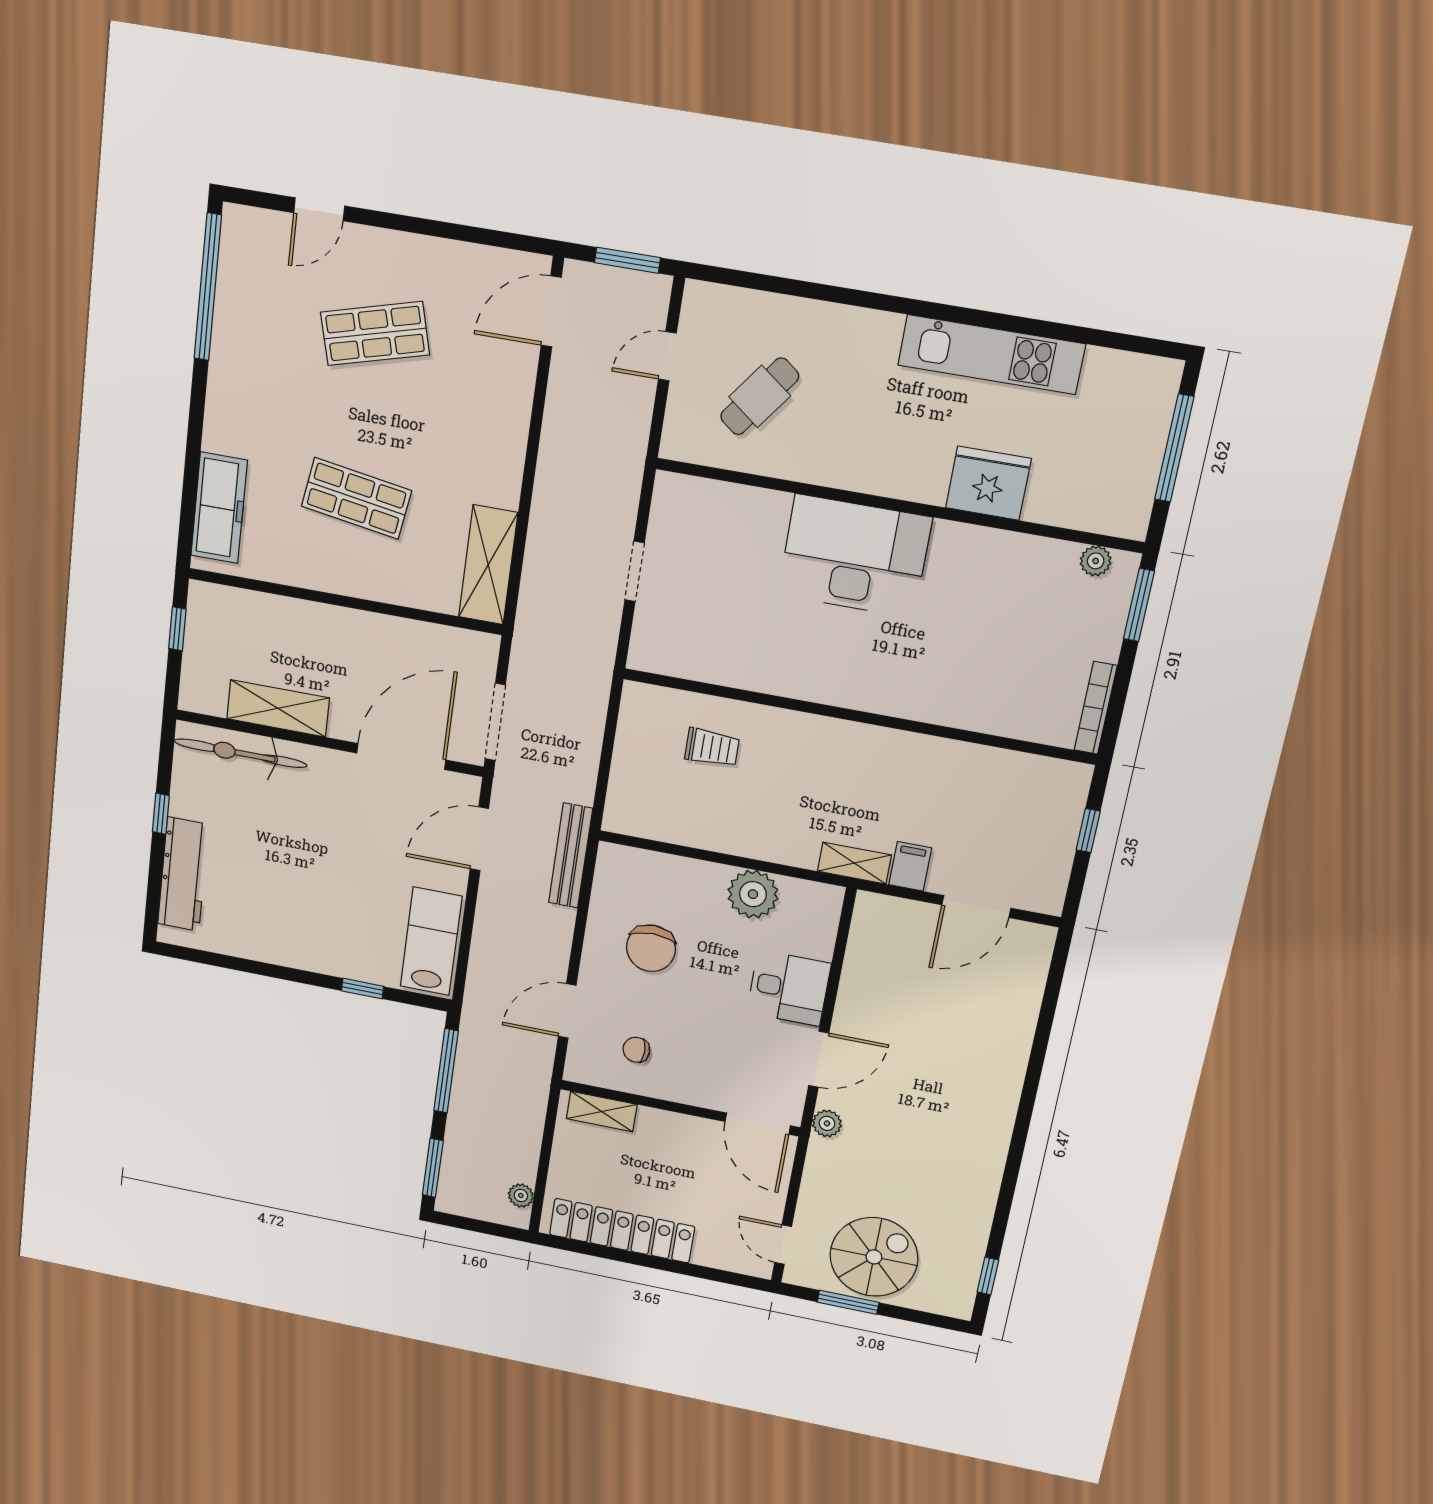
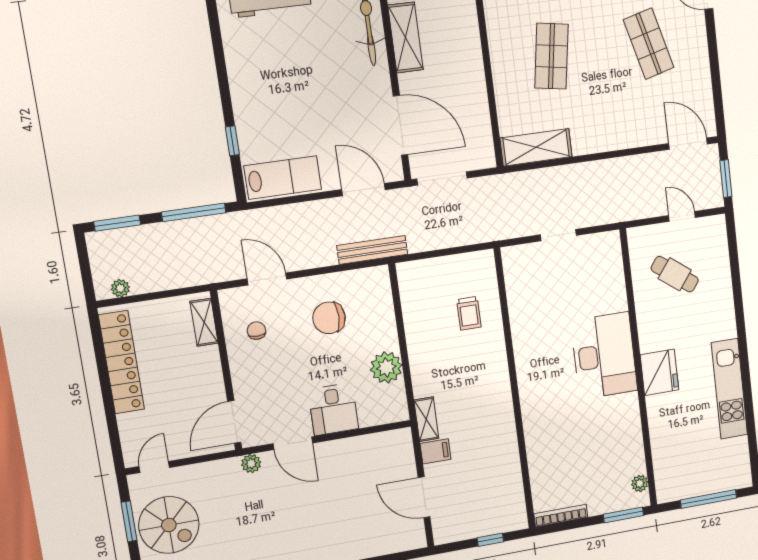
fridge: (988, 483) -> (659, 372), moved

